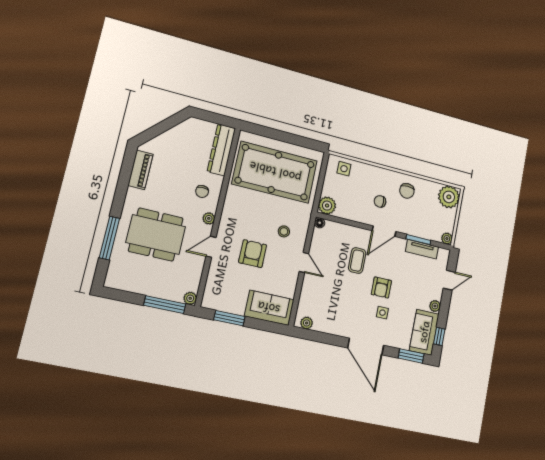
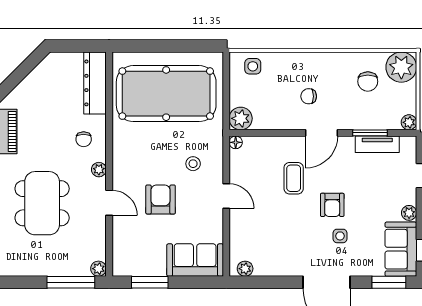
chair: (407, 191) -> (368, 81), moved
dining table: (156, 235) -> (42, 203), turned 90
door: (211, 247) -> (109, 203), swing flipped

